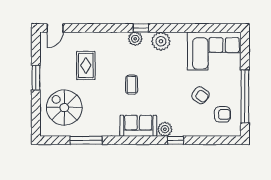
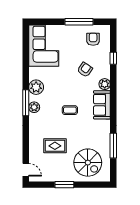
window: (141, 28) -> (26, 103), width x2.17
armchair: (200, 95) -> (85, 70), moved
window: (245, 96) -> (79, 22), width x0.68
spiral stairs: (64, 108) -> (88, 163), turned -90
window: (176, 140) -> (113, 58), moved

